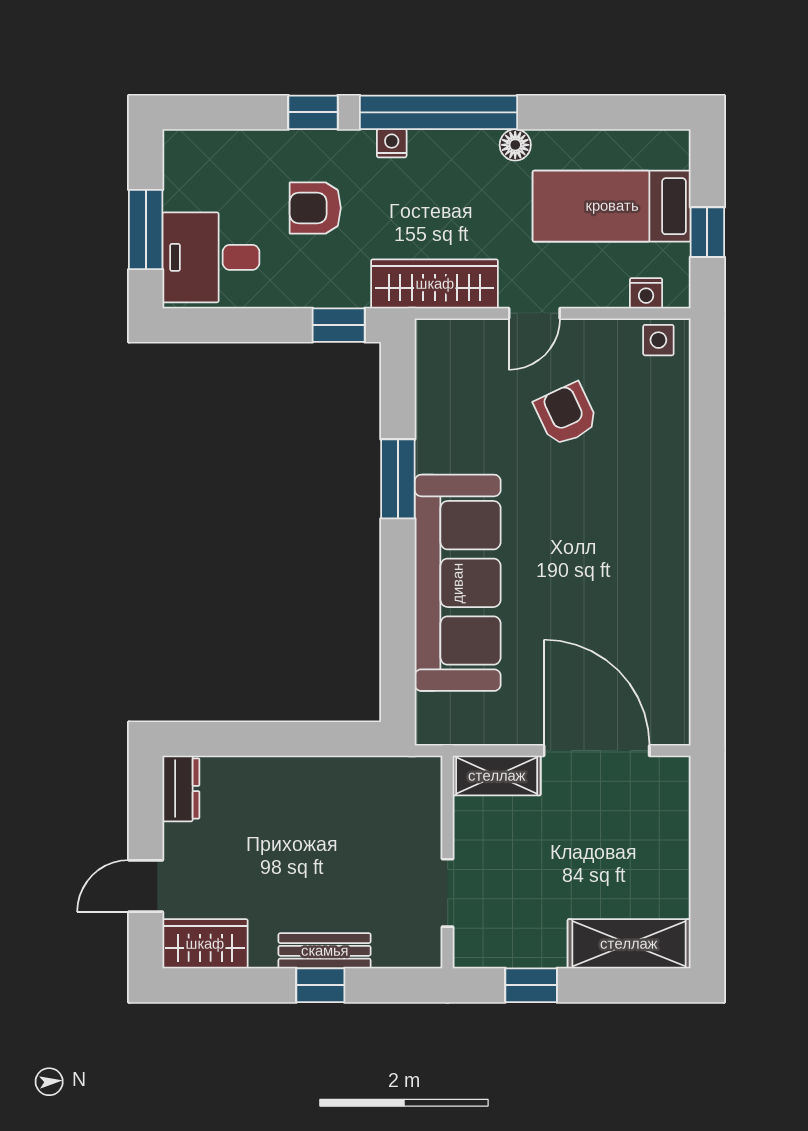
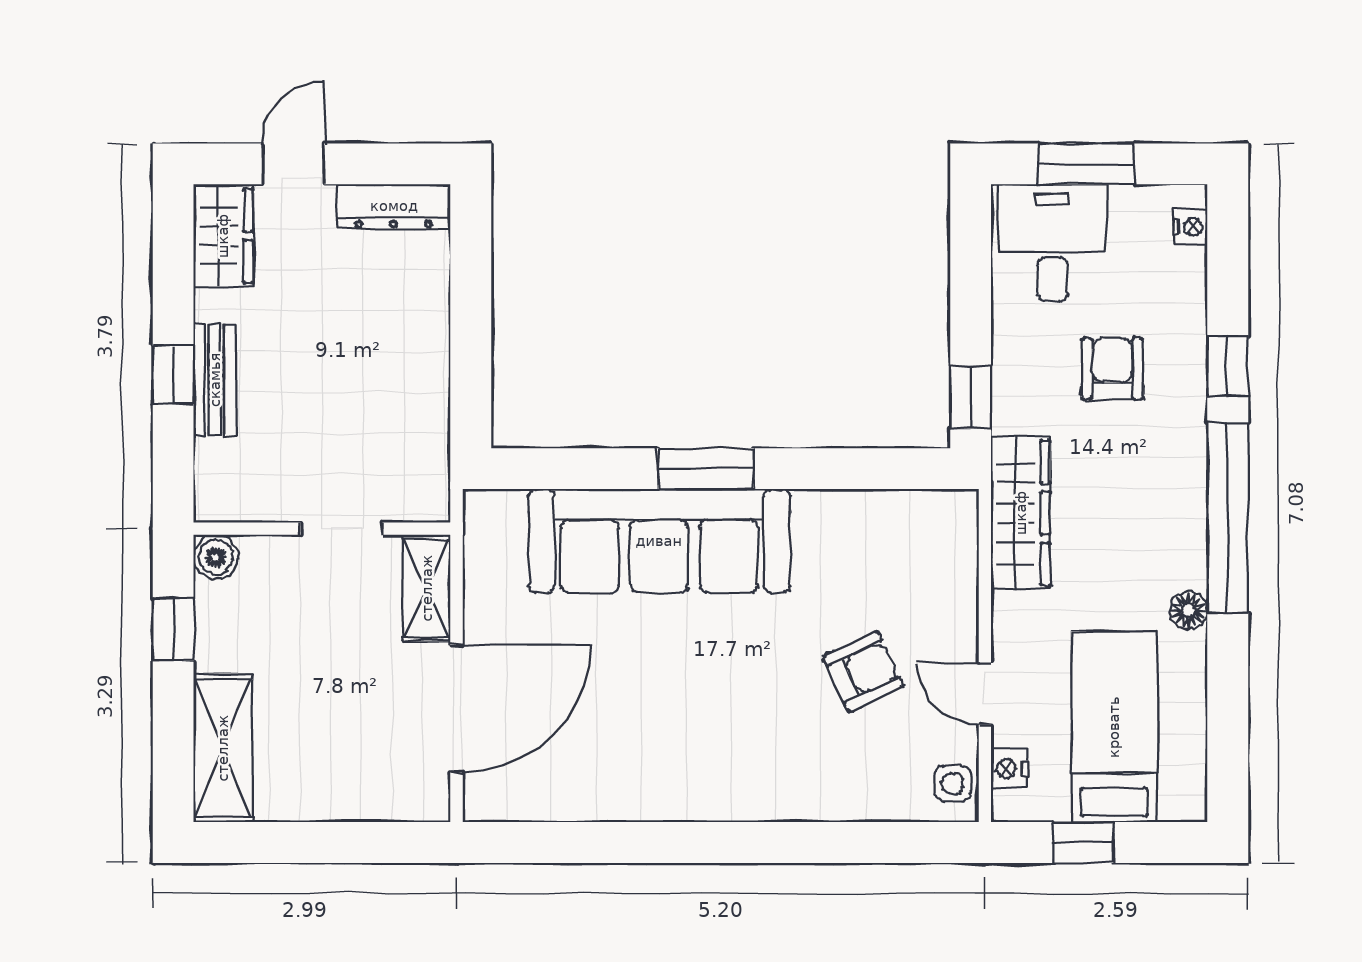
nightstand: (392, 143) -> (1190, 227), moved
door: (534, 313) -> (985, 694), moved
window: (398, 479) -> (706, 469), moved
dresser: (181, 788) -> (394, 206), width x1.44
door: (146, 886) -> (293, 164), hinge flipped
doorway: (448, 893) -> (341, 529), moved
boiler: (471, 950) -> (216, 557), added

